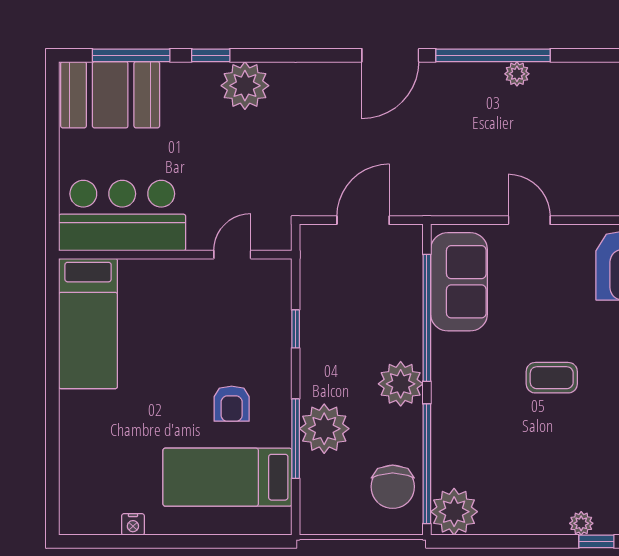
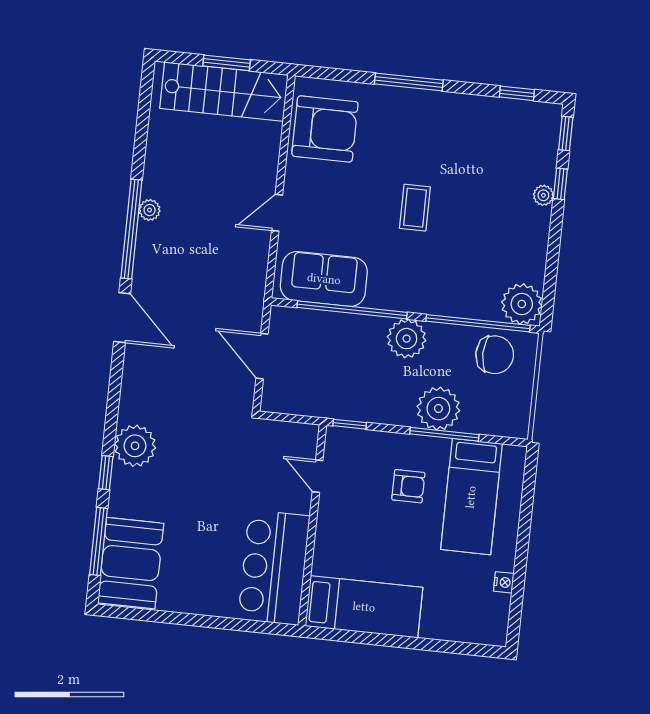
bar counter: (122, 216) -> (274, 568), moved
wall: (175, 255) -> (312, 525), moved
door: (232, 255) -> (318, 476), moved
bed: (88, 324) -> (364, 607), moved

